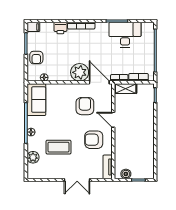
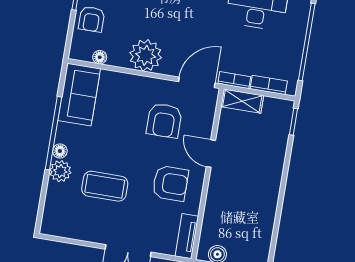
plant: (80, 72) -> (146, 55), moved
door: (99, 82) -> (197, 82), hinge flipped
armchair: (85, 106) -> (164, 120), turned 180
armchair: (94, 140) -> (170, 183), turned 180
plant: (33, 157) -> (60, 171), moved

